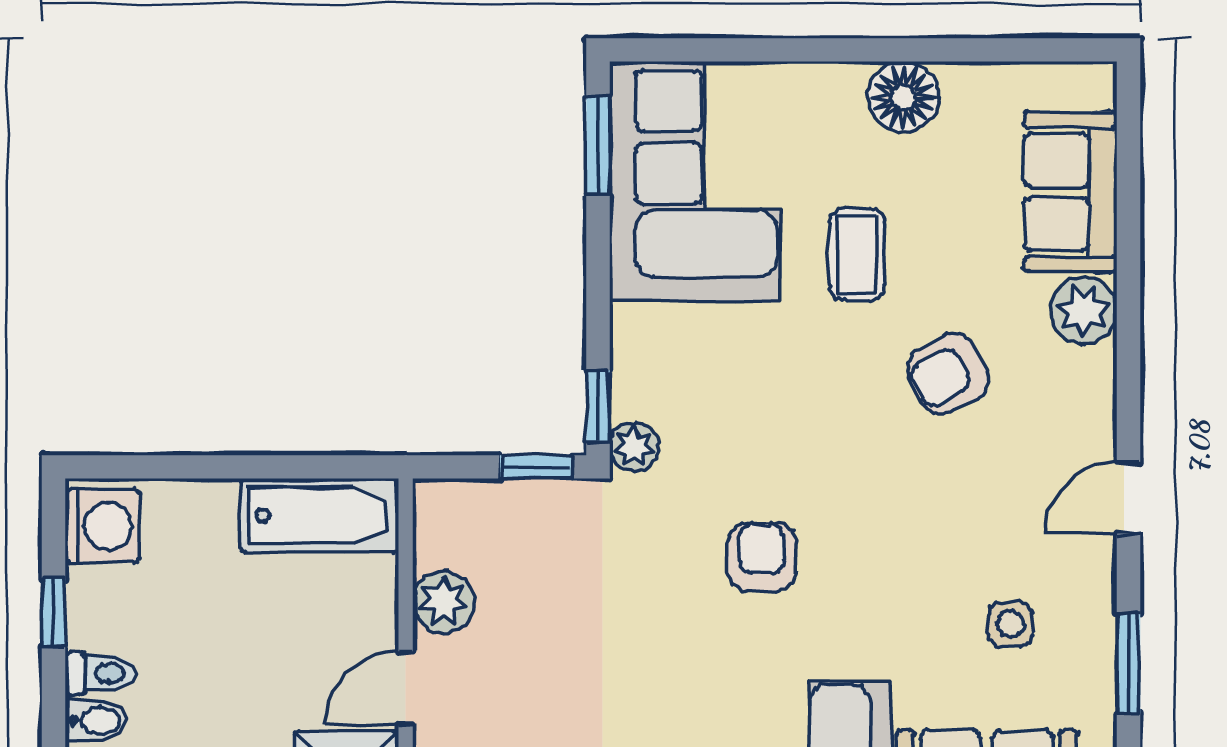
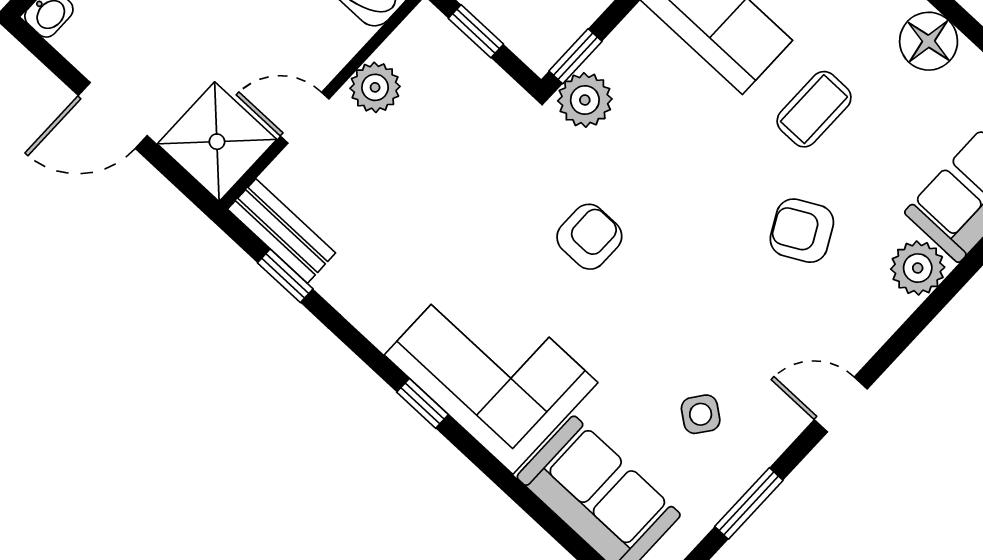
plant: (634, 447) -> (585, 100), width x1.38, depth x1.38
window: (536, 467) -> (476, 31), moved
side table: (1010, 624) -> (701, 414), turned 37

